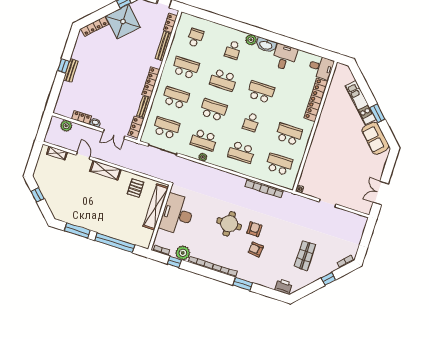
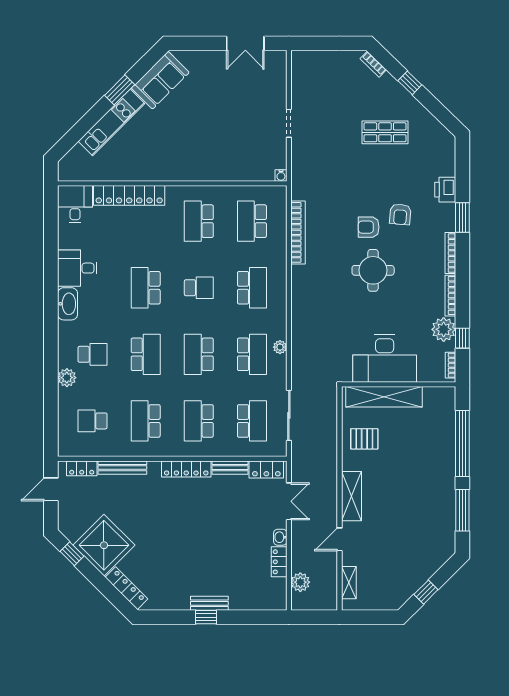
plant: (251, 40) -> (67, 378), moved
school desk: (166, 128) -> (252, 421), turned 180
printer: (284, 287) -> (445, 190), moved

